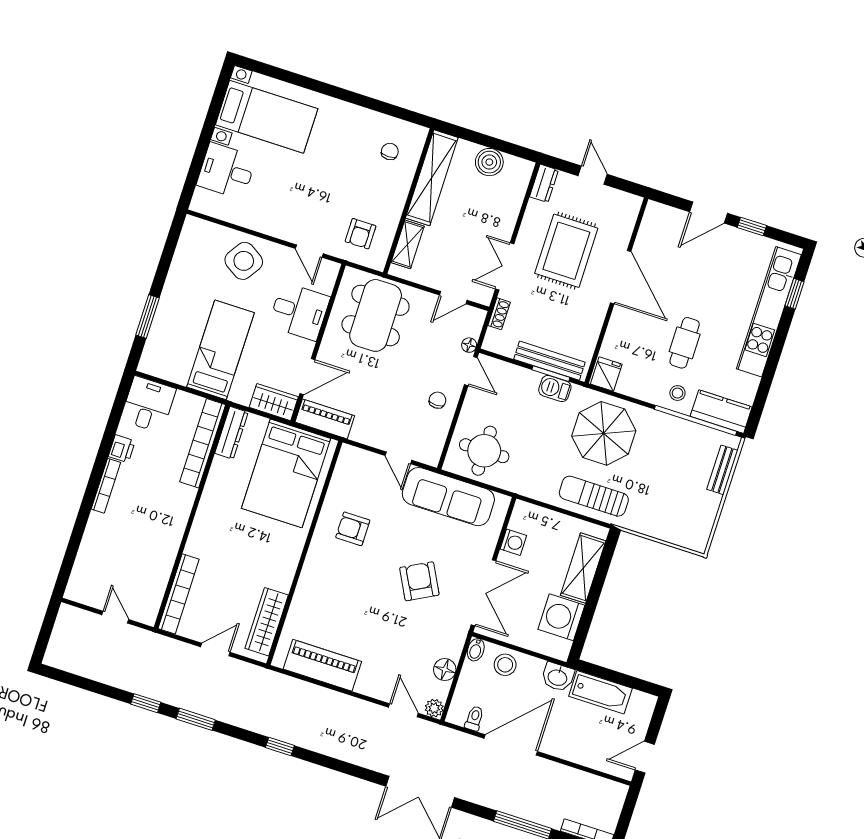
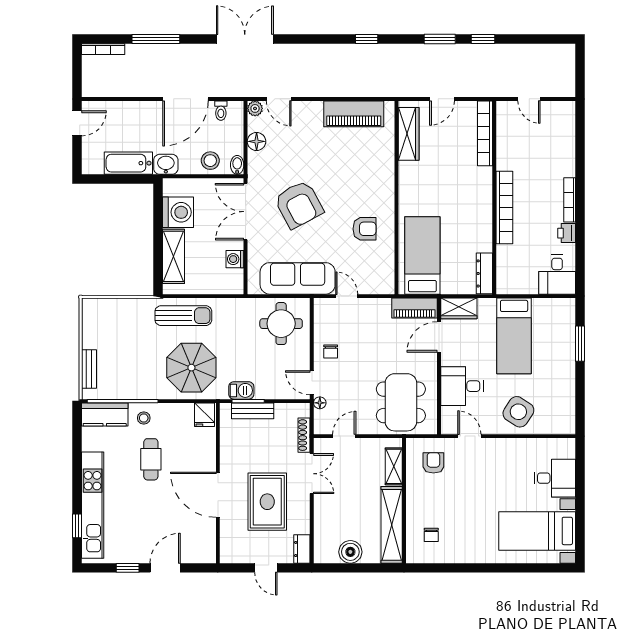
shoe rack: (499, 314) -> (304, 435), width x1.43
bench: (549, 361) -> (253, 411), width x0.73
bookcase: (203, 443) -> (504, 208), moved
bed: (286, 473) -> (422, 255), width x0.67
armchair: (419, 581) -> (299, 204), width x1.36, depth x1.36

